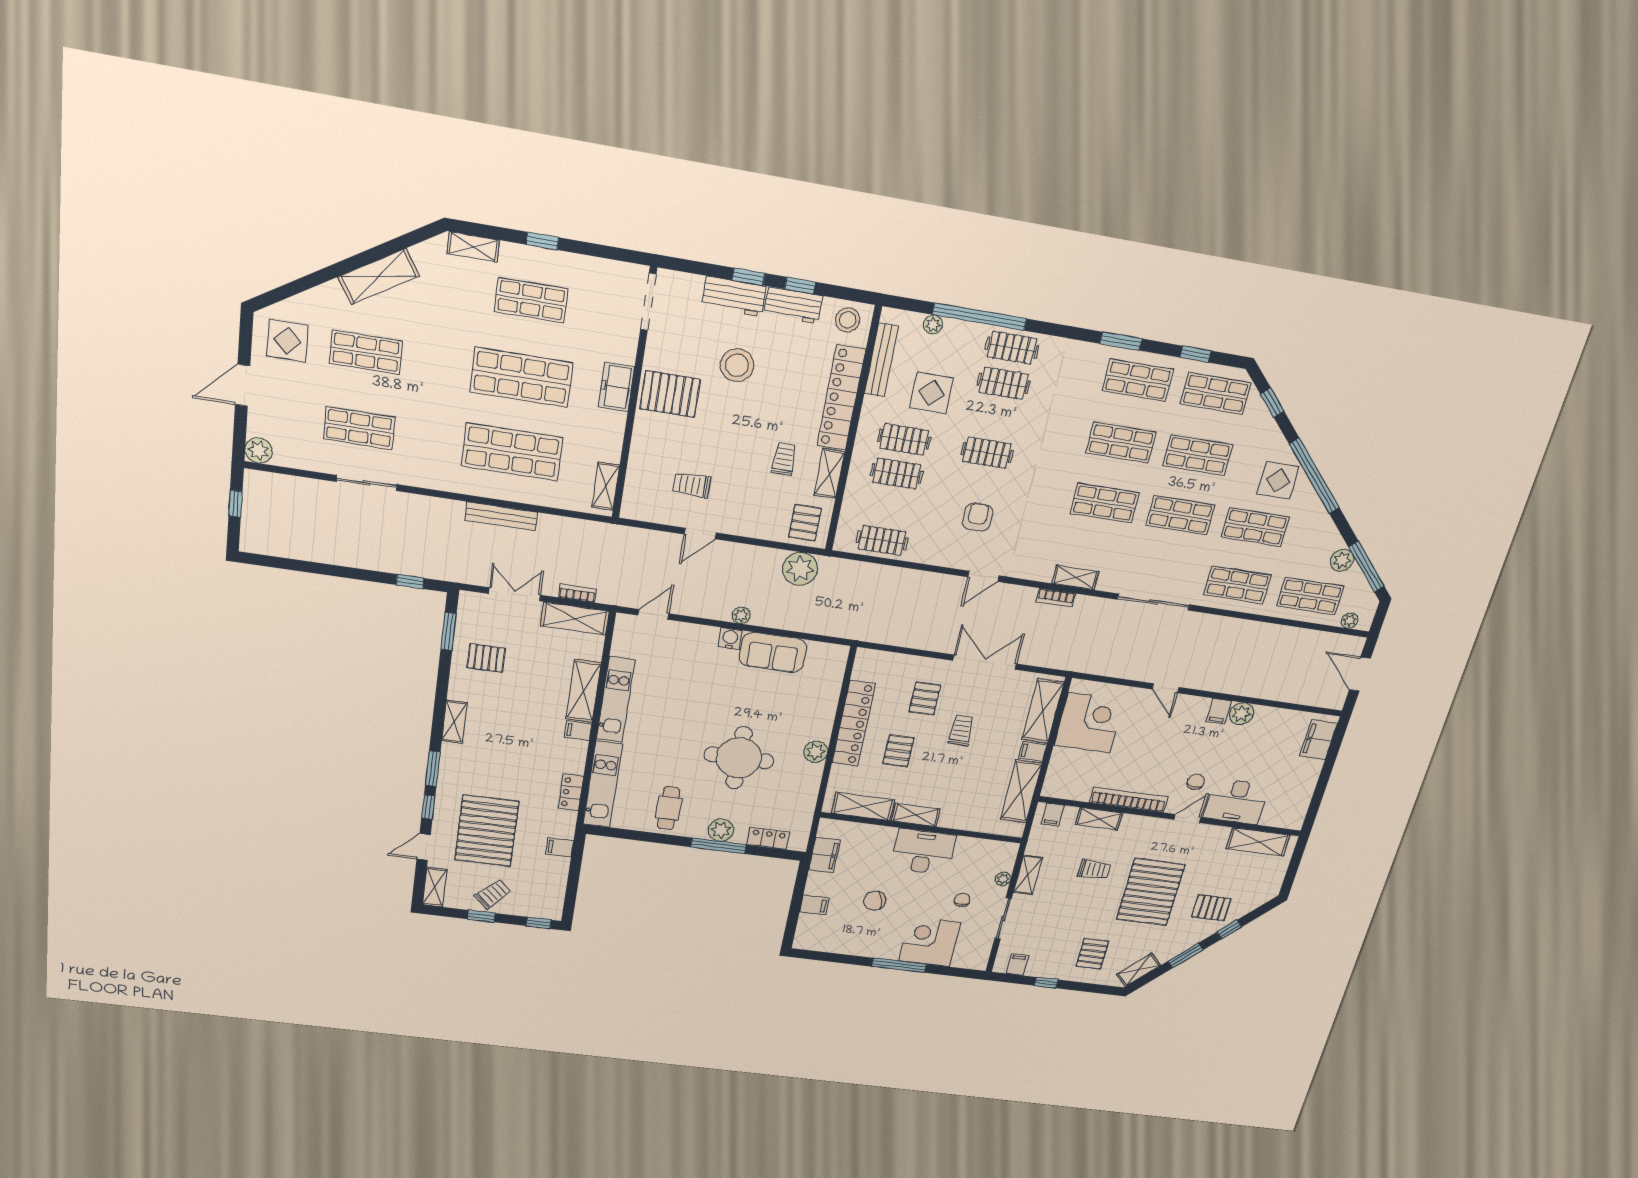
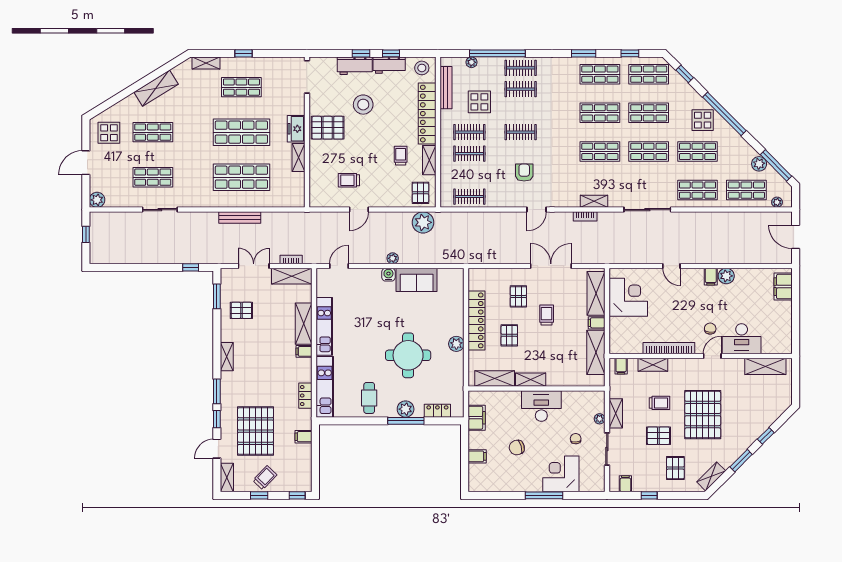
shelving: (606, 486) -> (298, 157), moved
pallet: (1211, 908) -> (658, 436), moved

